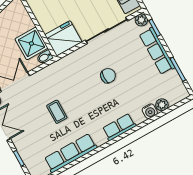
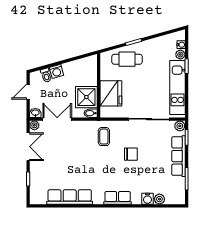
fridge: (63, 38) -> (111, 93), moved, turned 90
coffee table: (57, 112) -> (104, 137), moved

